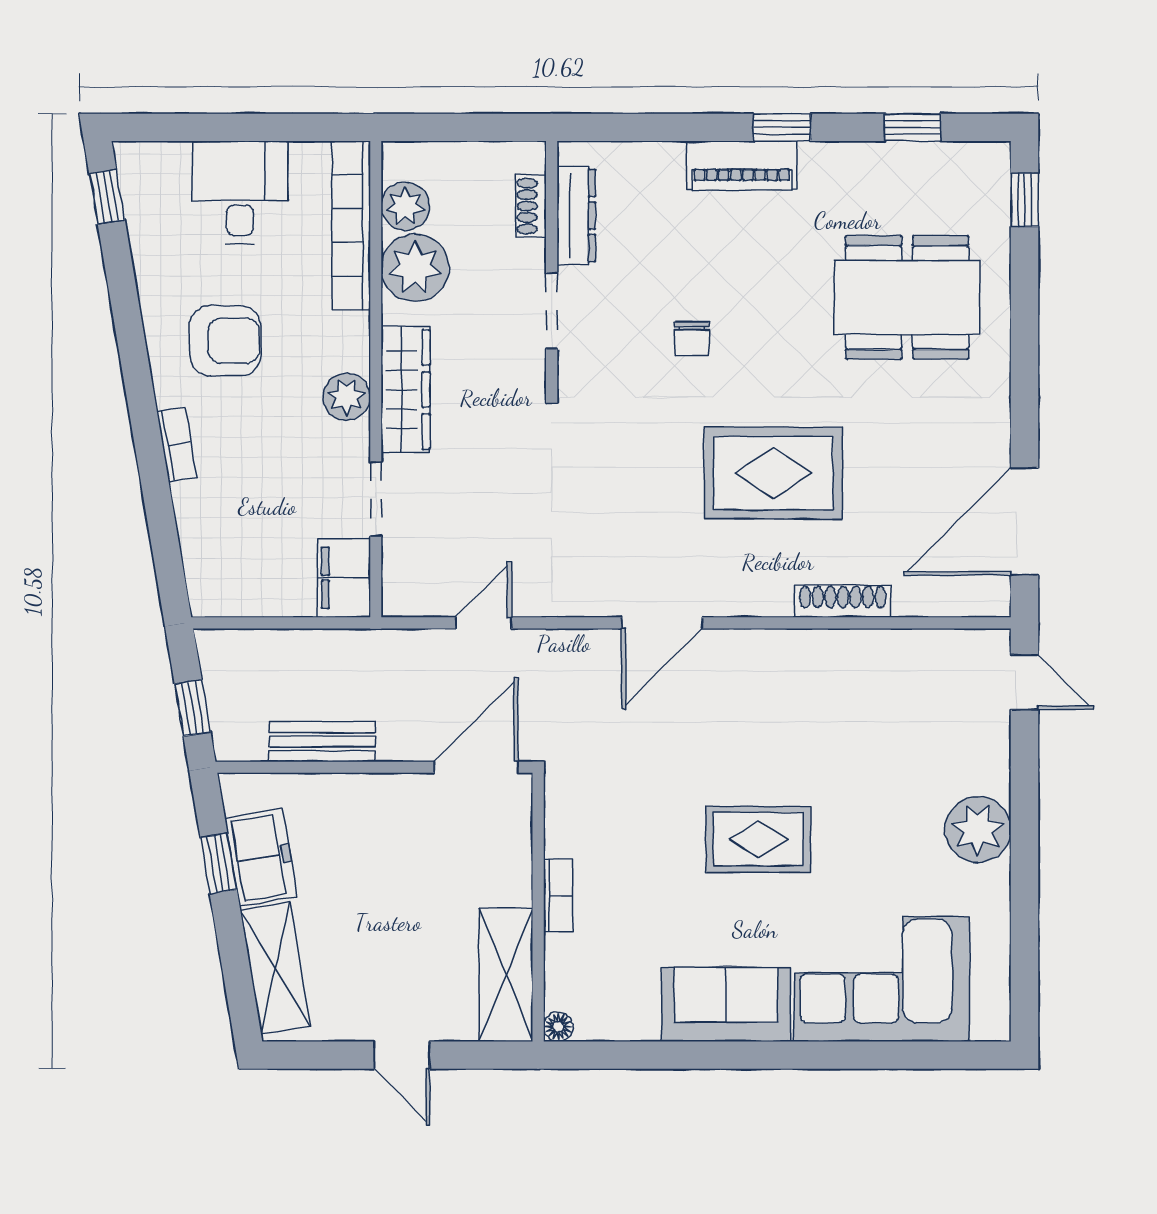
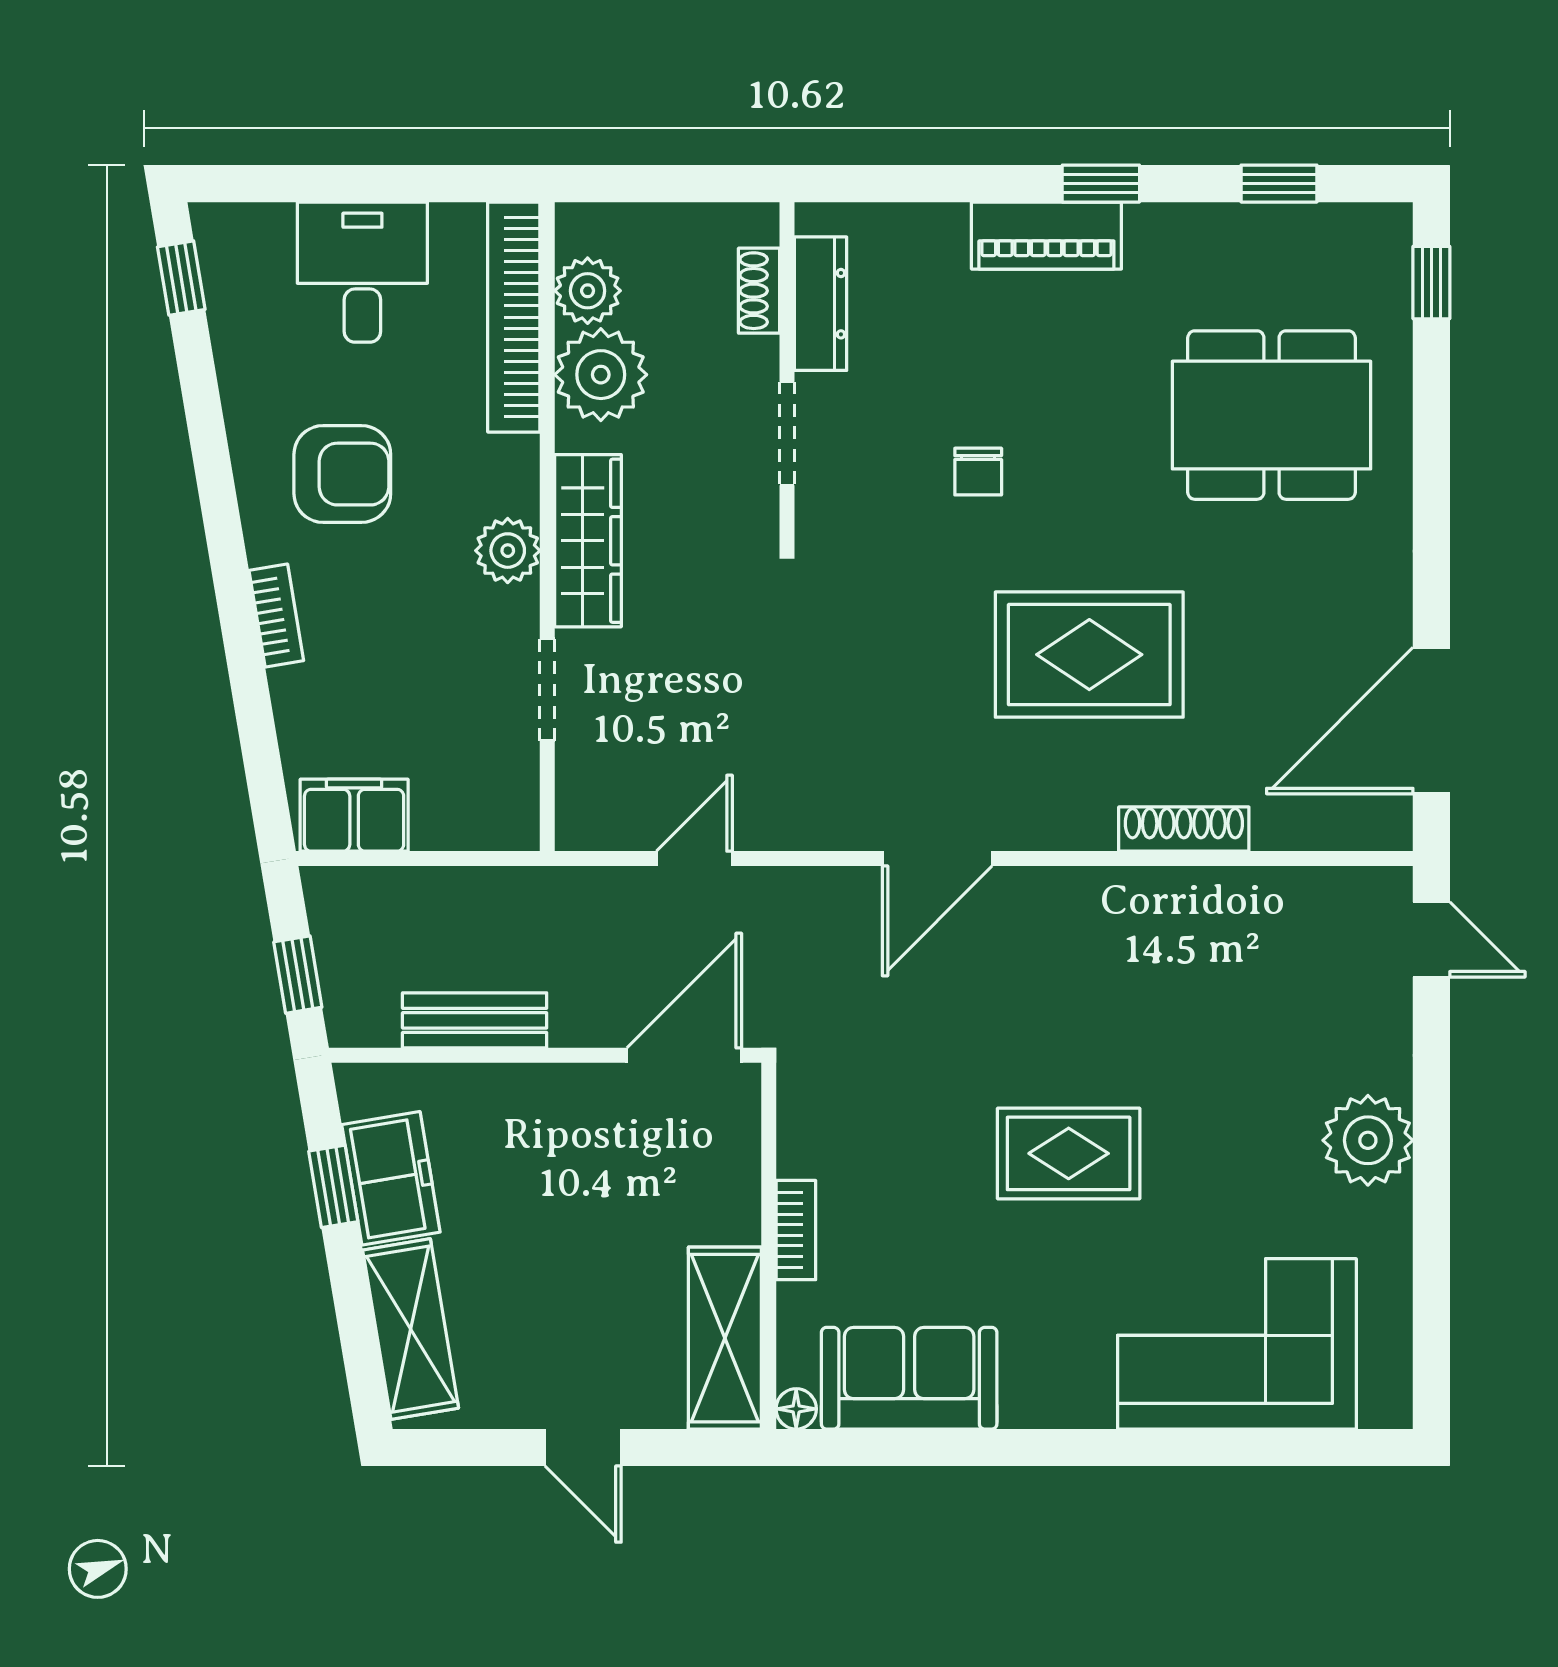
filing cabinet: (344, 578) -> (354, 815), moved, turned 90
sofa: (726, 1004) -> (909, 1378), moved

